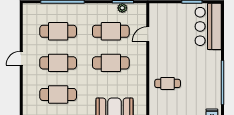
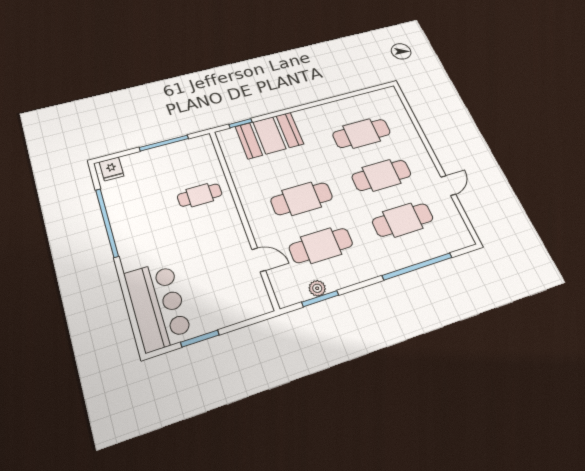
door: (148, 34) -> (259, 260), hinge flipped
door: (21, 58) -> (448, 186), moved

